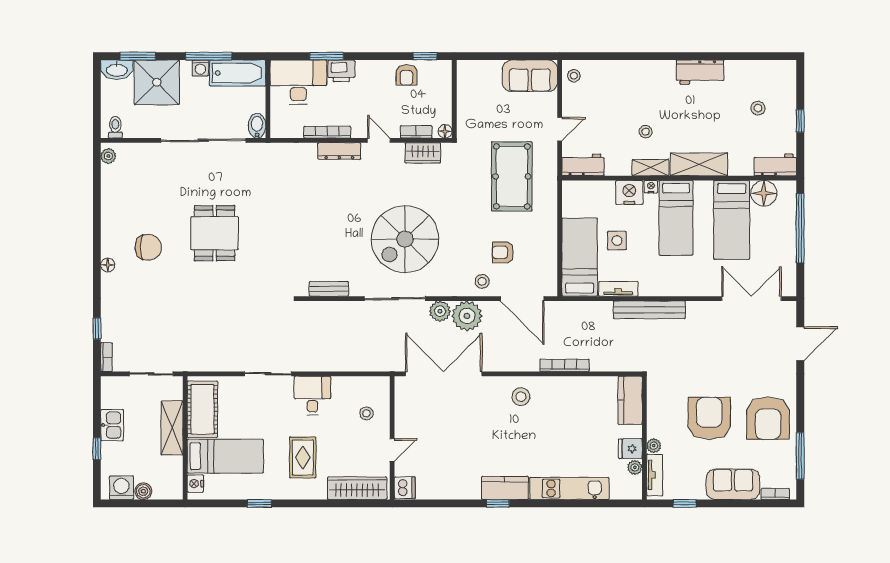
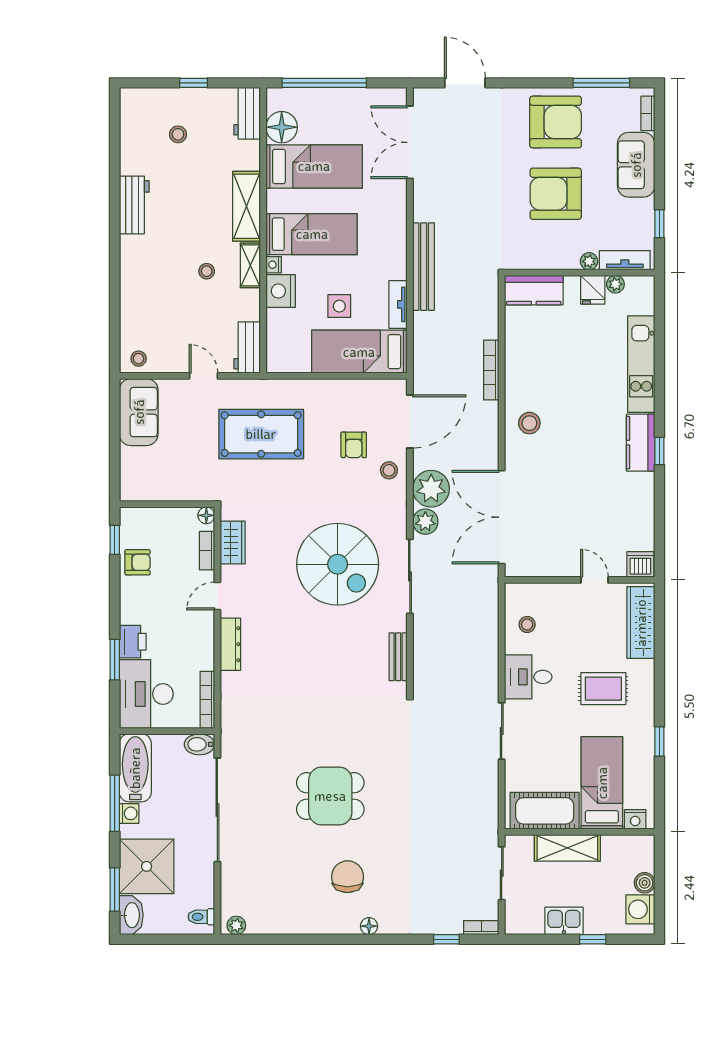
bookcase: (327, 132) -> (207, 700), moved
stool: (366, 413) -> (527, 624), moved

